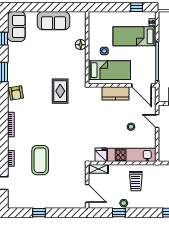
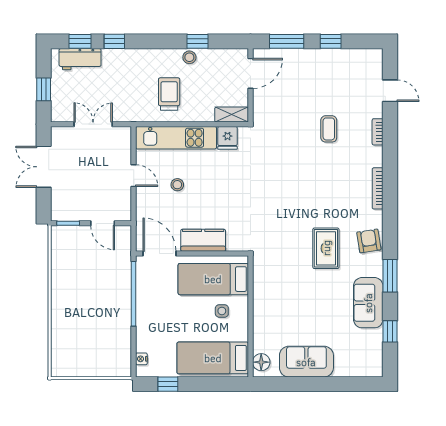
sofa: (16, 26) -> (368, 303), moved
bed: (135, 36) -> (213, 358), moved, turned 180
floor lamp: (81, 45) -> (261, 362), moved
rug: (60, 91) -> (326, 248), moved
door: (157, 121) -> (134, 176), moved
coffee table: (40, 160) -> (329, 129), width x0.54, depth x0.58
door: (87, 193) -> (250, 73), swing flipped
window: (65, 213) -> (287, 41), added

